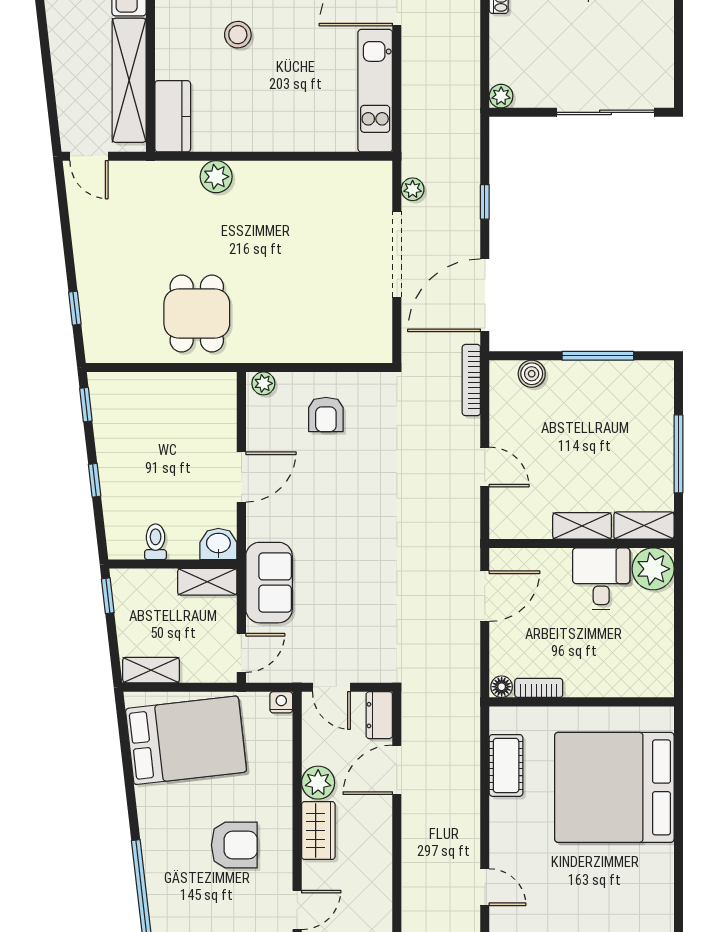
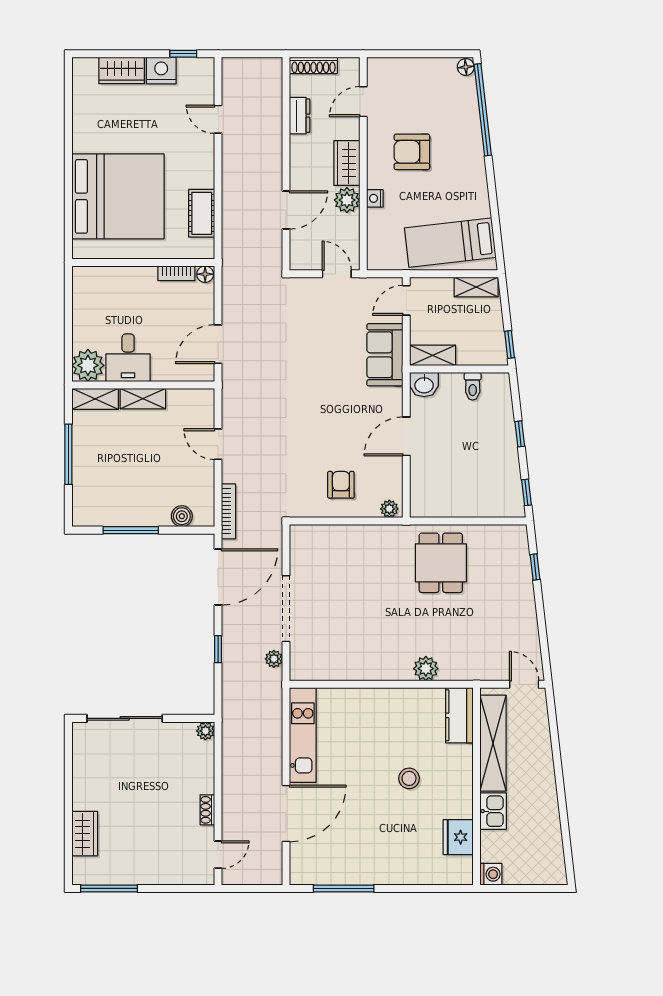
nightstand: (281, 702) -> (375, 198), moved, turned 90
dresser: (379, 715) -> (300, 116), moved
bed: (186, 740) -> (450, 243), width x0.67

